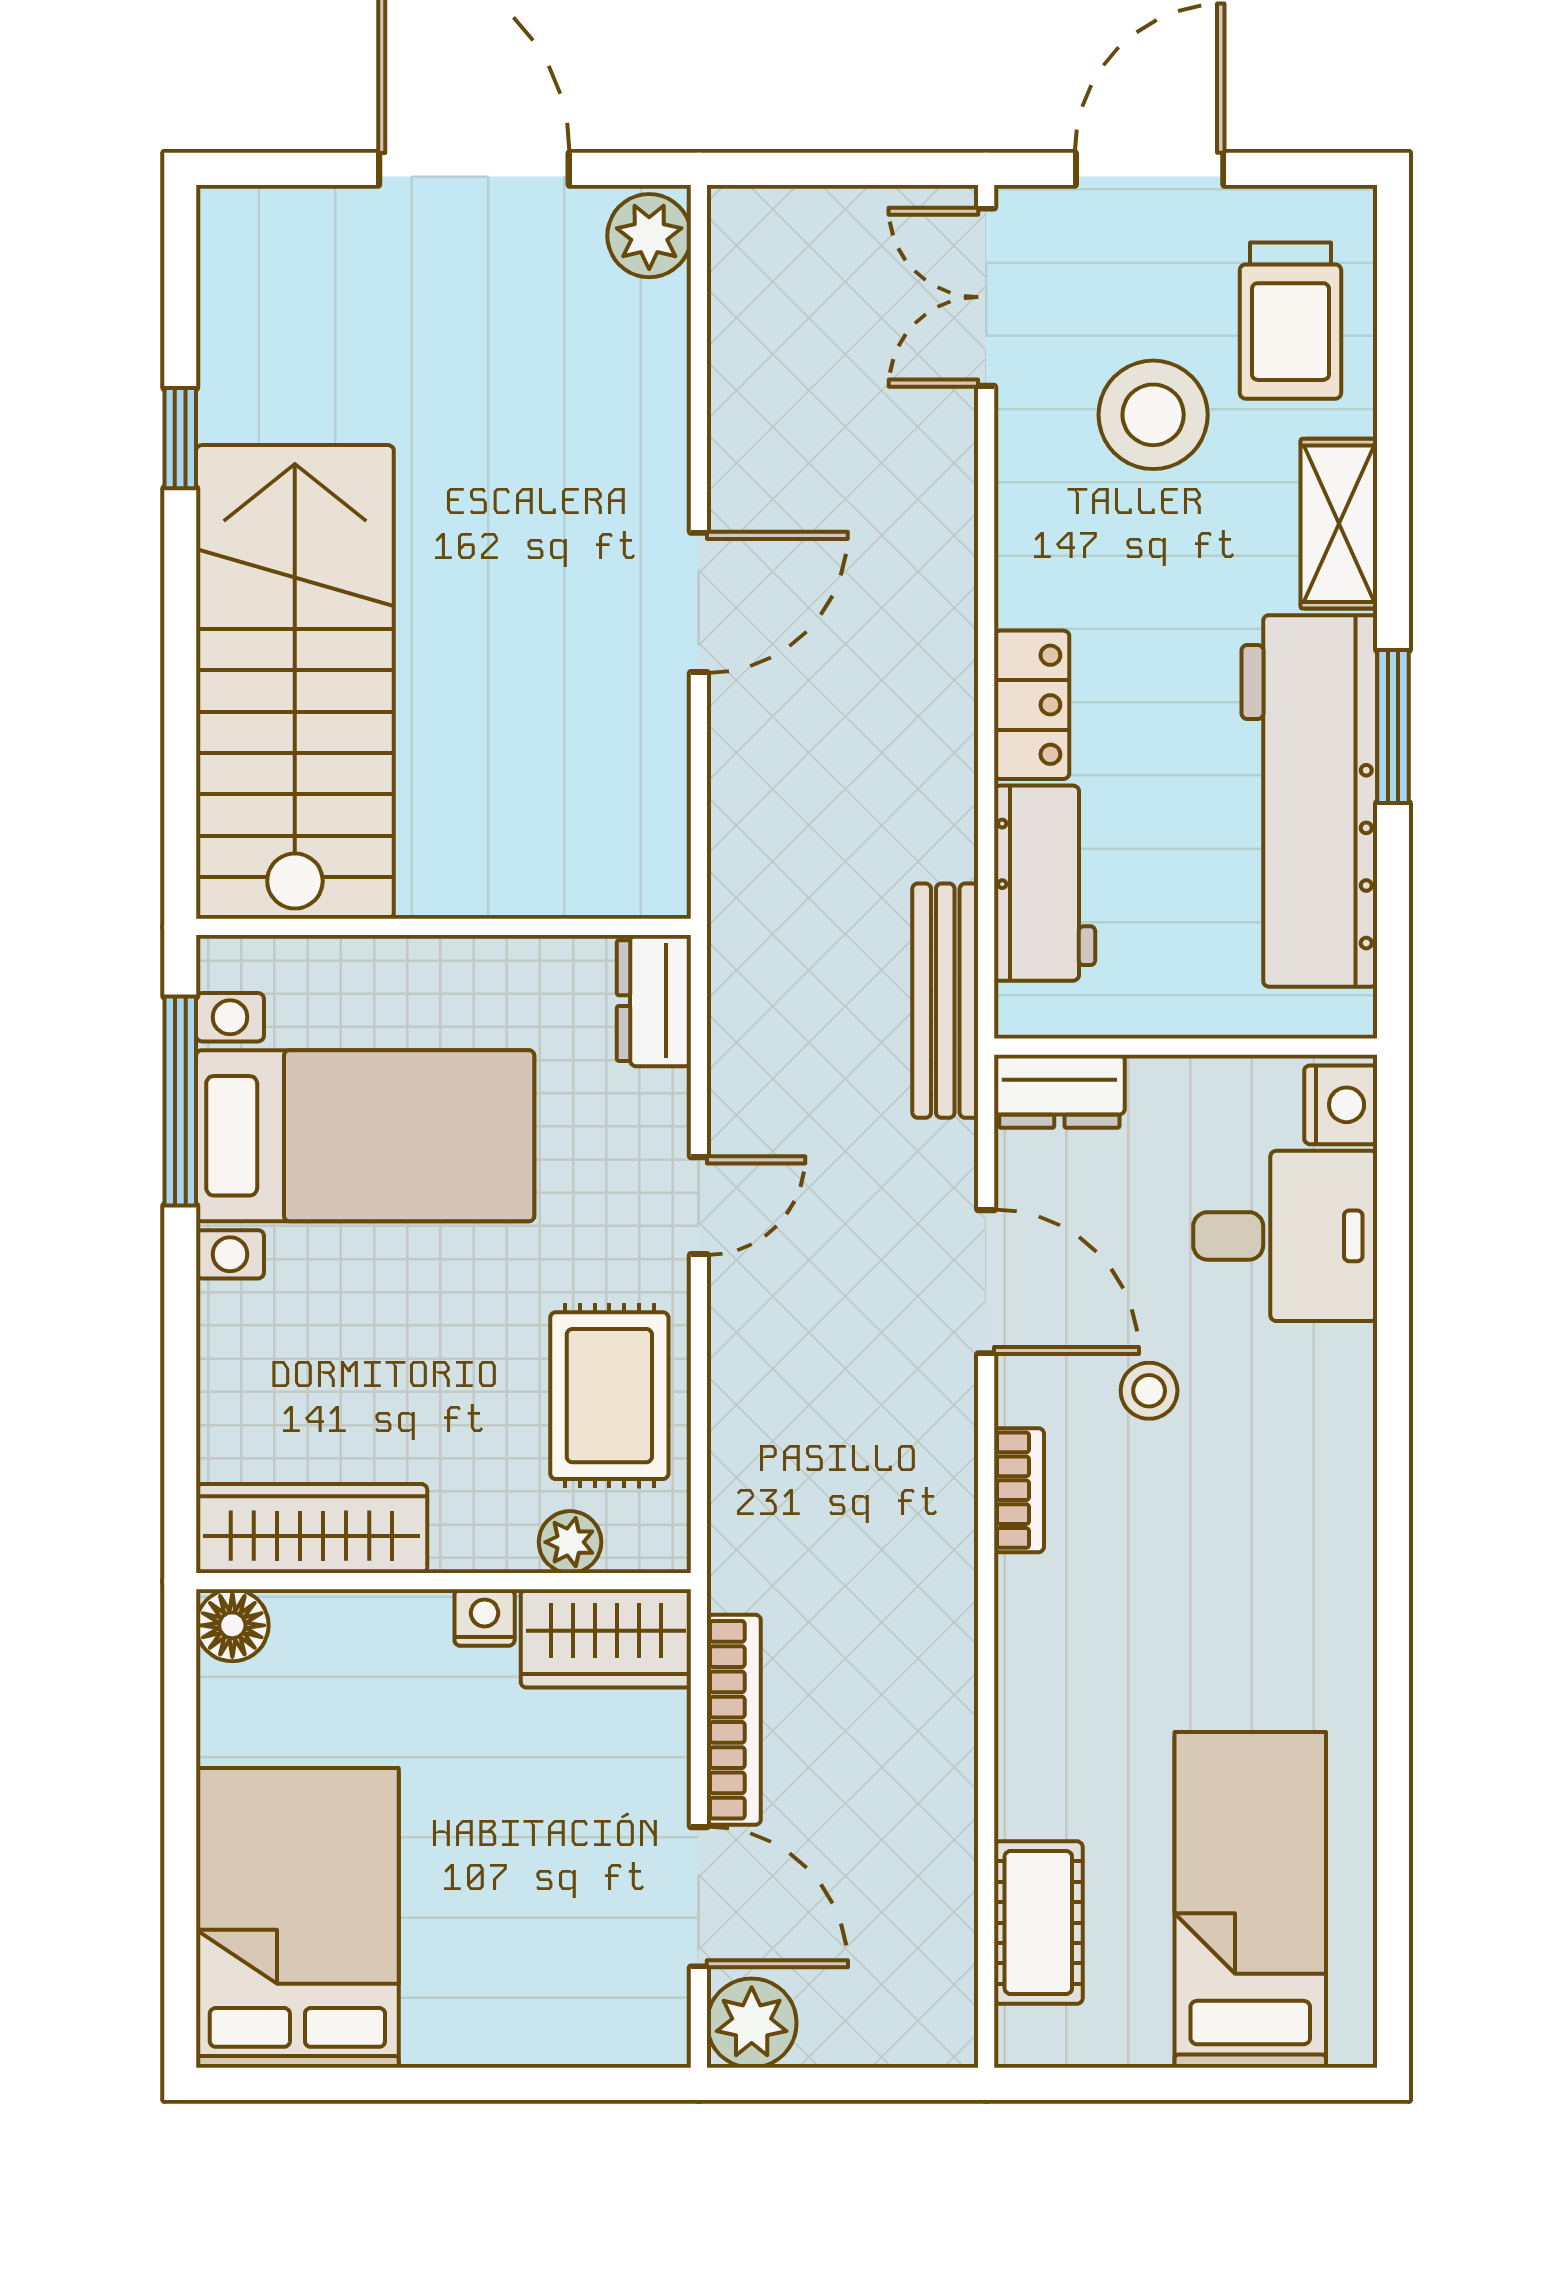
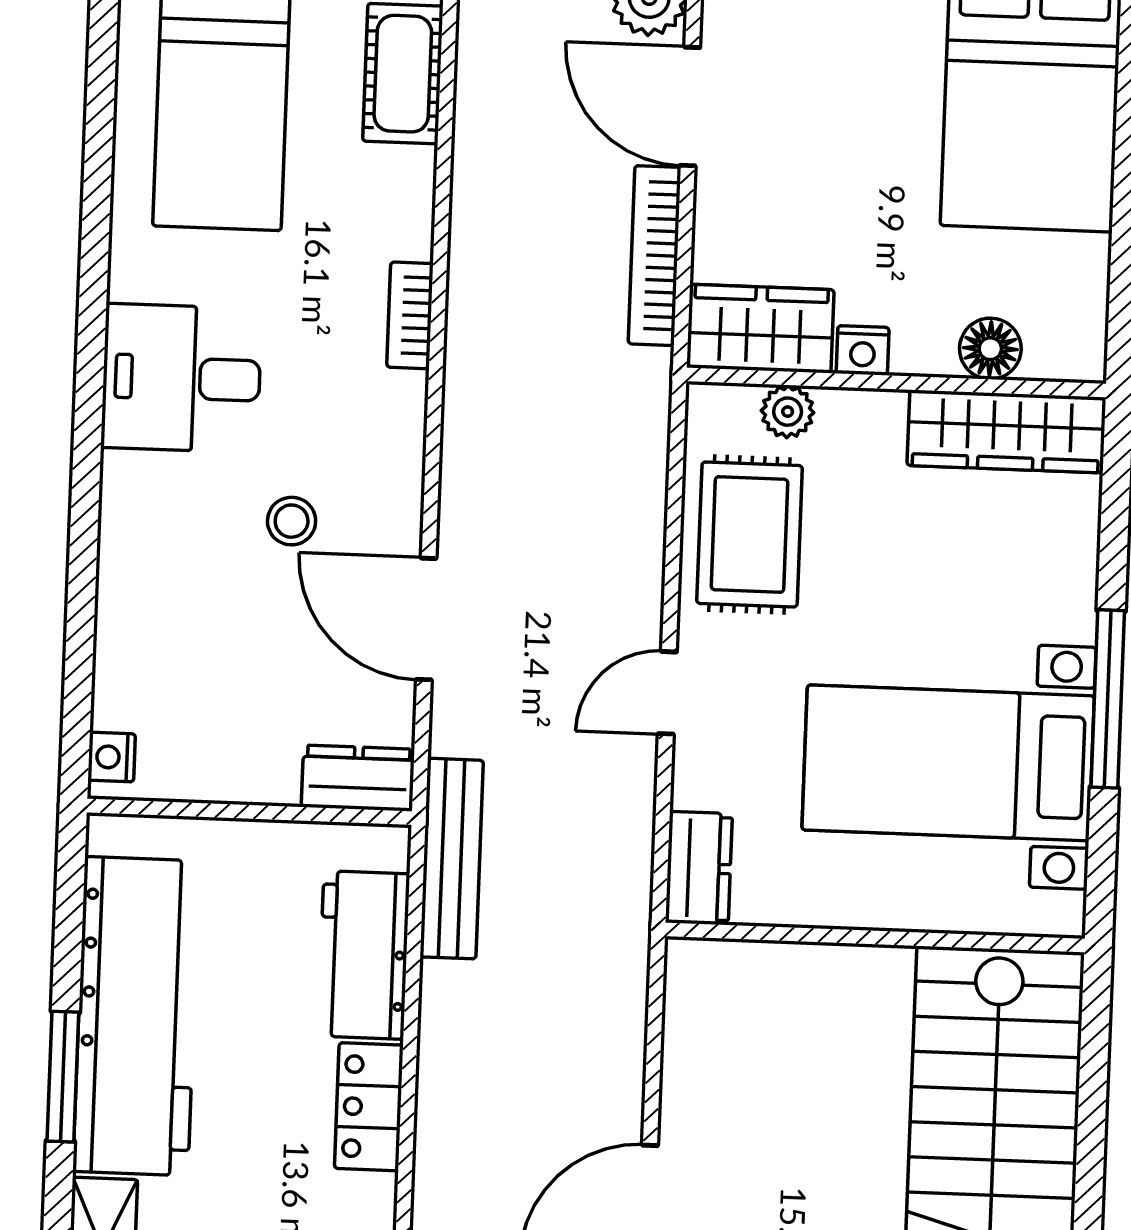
window: (180, 1101) -> (1108, 699), moved
nightstand: (1341, 1105) -> (112, 757), width x0.72, depth x0.74
desk: (1285, 1236) -> (181, 378), moved
bookcase: (1019, 1490) -> (410, 315), moved
floor lamp: (232, 1625) -> (990, 349), moved

